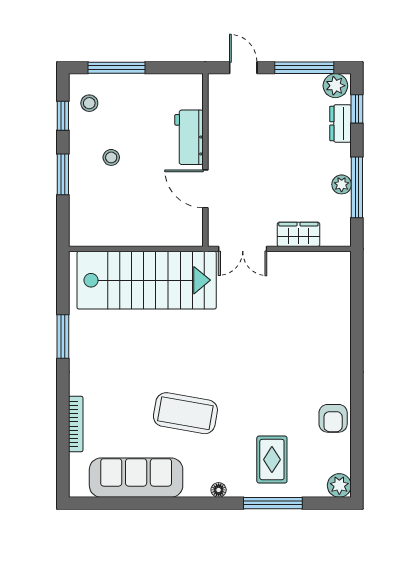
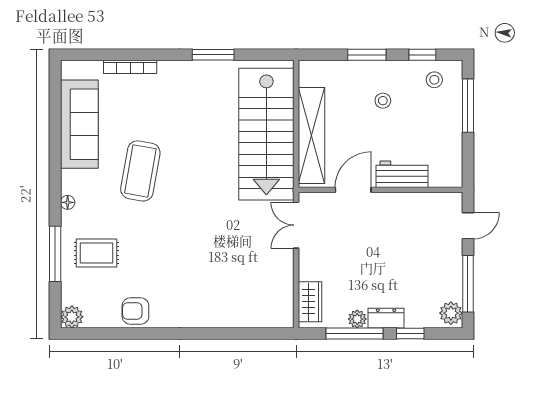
window: (357, 109) -> (410, 334), moved
dresser: (341, 123) -> (386, 318), moved
shelving: (148, 233) -> (311, 135), added
wardrobe: (298, 234) -> (310, 302), moved

